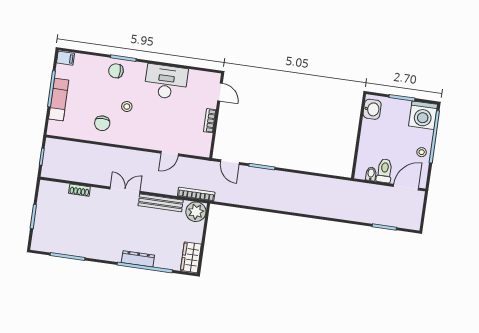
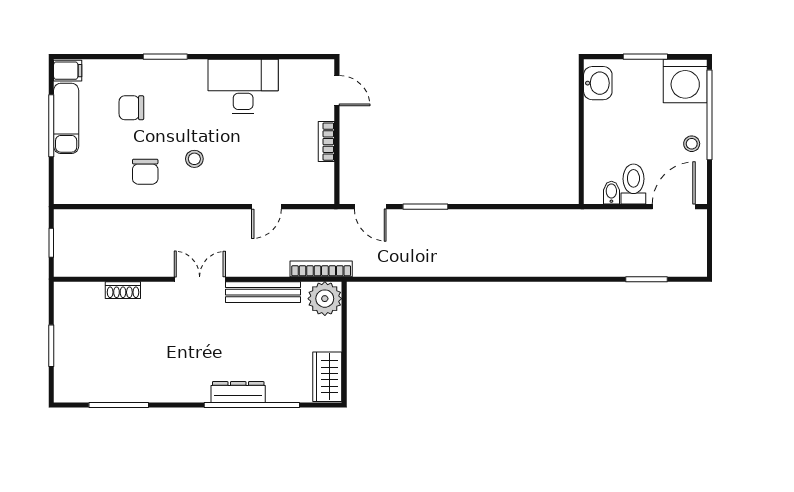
chair: (116, 71) -> (131, 108), moved
exam couch: (59, 100) -> (66, 118), moved
stool: (127, 107) -> (194, 159), moved

